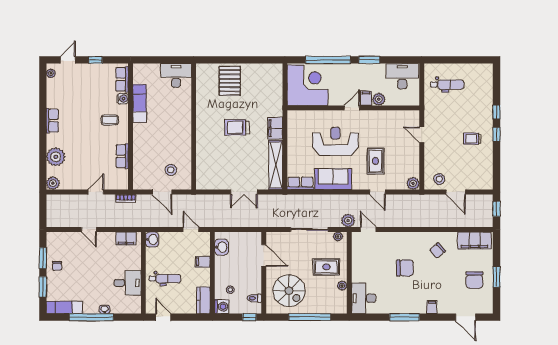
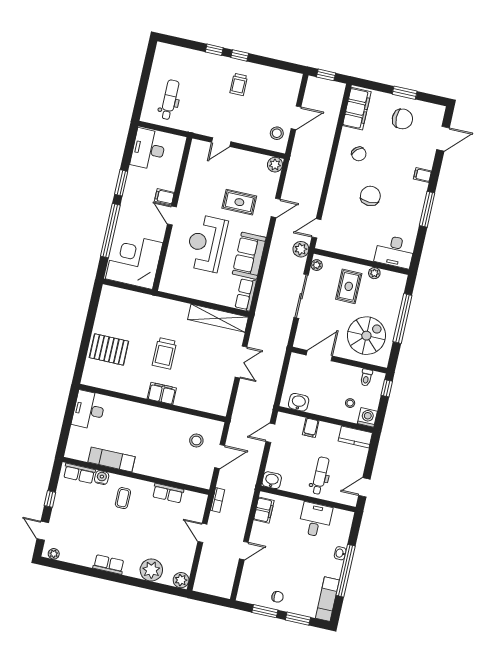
plant: (379, 99) -> (169, 182), removed
filing cabinet: (275, 128) -> (162, 393), moved, turned 180

